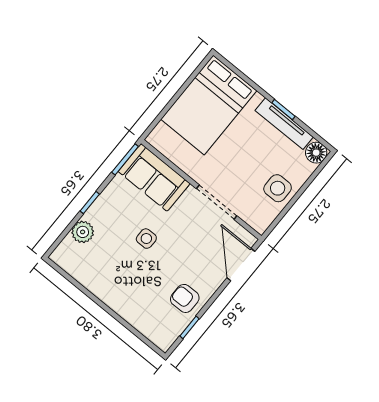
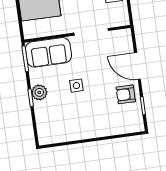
plant: (83, 232) -> (39, 92), moved
door: (241, 265) -> (137, 66), moved

